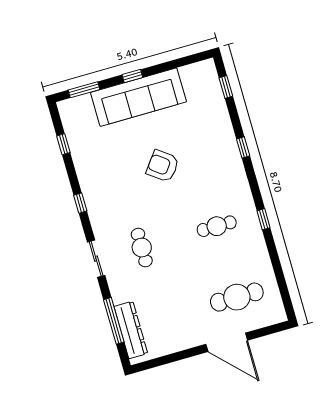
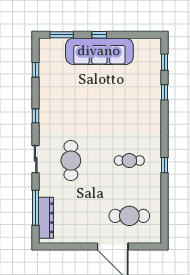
window: (243, 147) -> (165, 92), moved
armchair: (163, 166) -> (103, 106), removed
cafe table: (142, 248) -> (71, 161), width x1.37, depth x1.35

